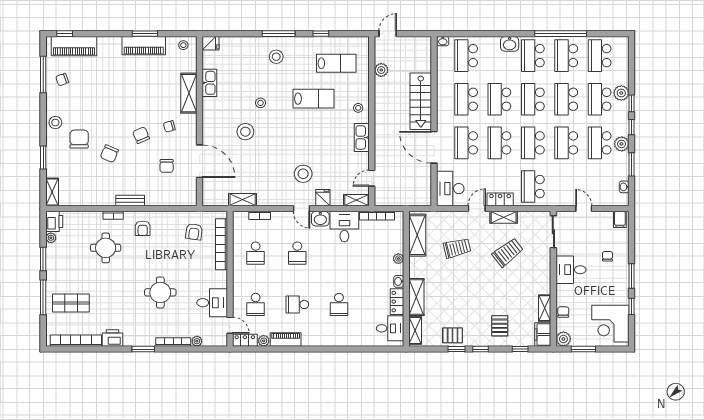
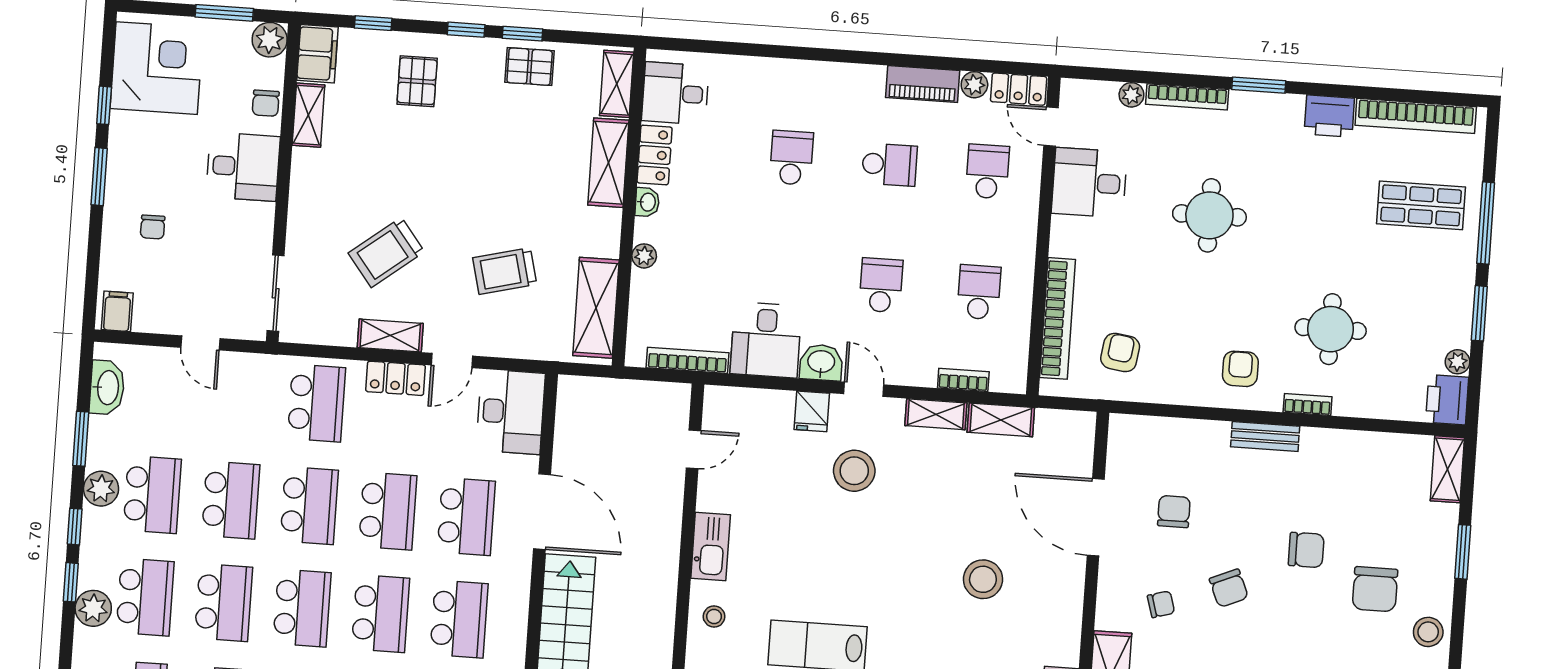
stool: (261, 103) -> (943, 644), removed
chair: (109, 154) -> (1306, 550), turned 67
washbasin: (624, 187) -> (107, 388), width x1.91, depth x1.45
shelving: (356, 200) -> (936, 414), moved
desk: (571, 270) -> (243, 167), moved

